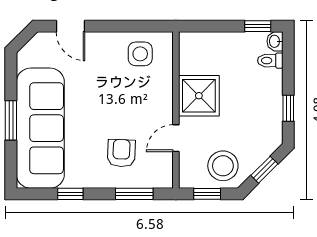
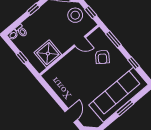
window: (258, 26) -> (22, 58), moved
side table: (140, 54) -> (60, 81), removed
shower: (199, 96) -> (48, 54), moved
armchair: (121, 153) -> (102, 57), turned -56

